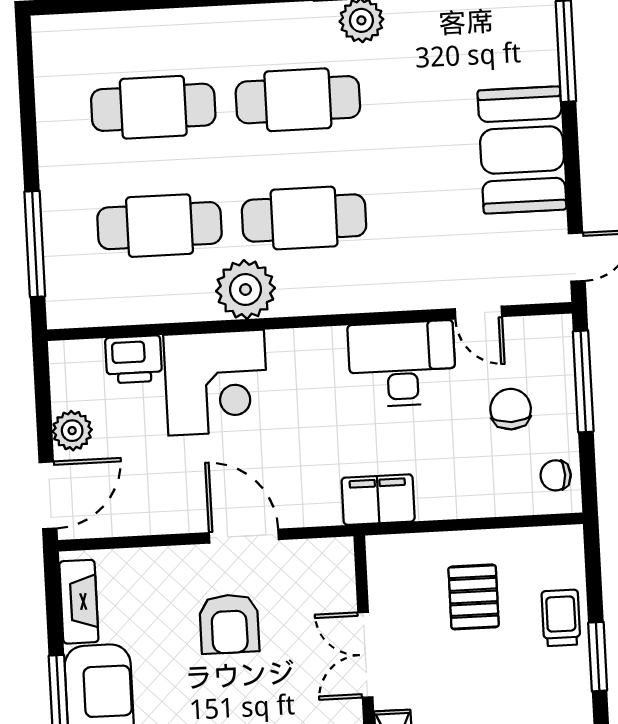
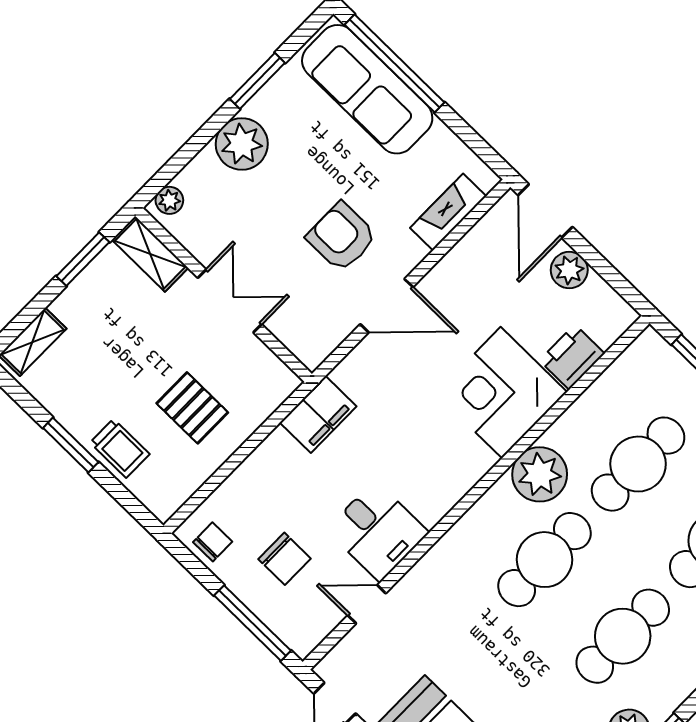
desk: (402, 364) -> (377, 531), width x0.73
fireplace: (79, 602) -> (448, 212), moved, turned 90

